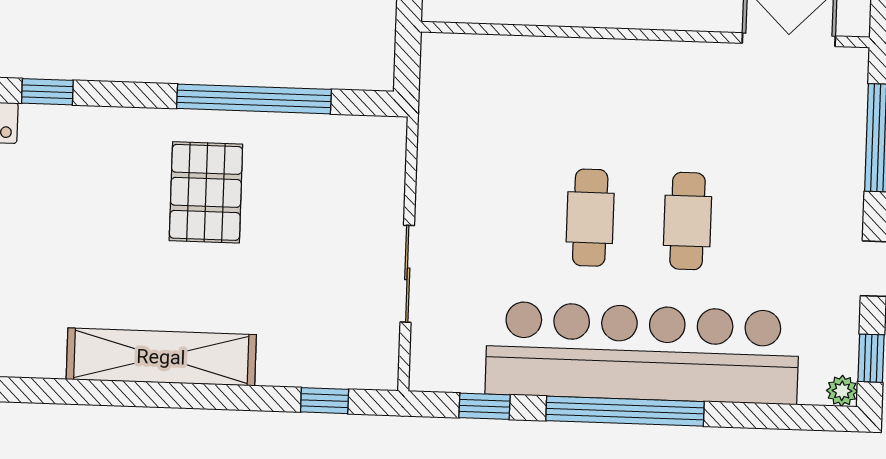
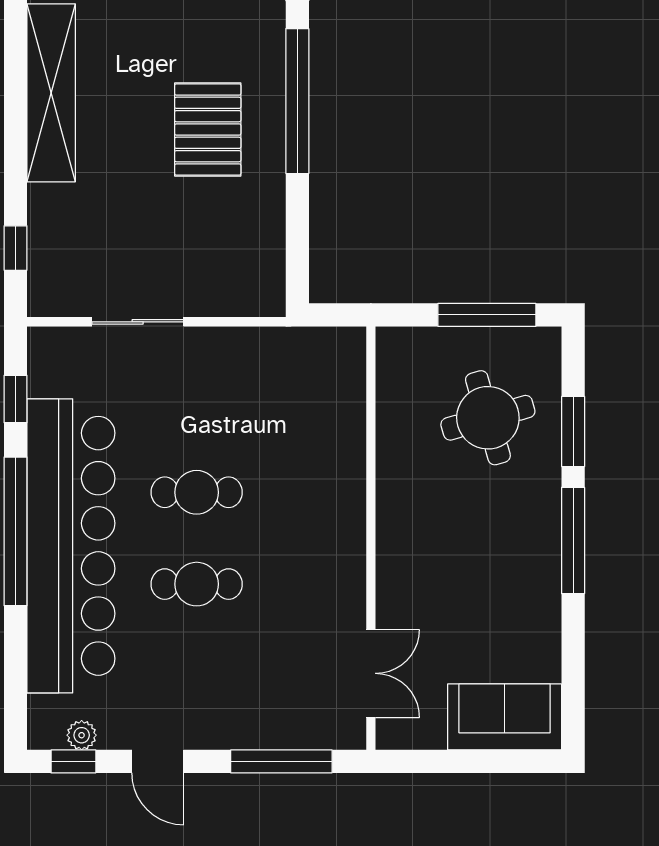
window: (254, 99) -> (297, 101), moved
pallet: (206, 192) -> (208, 129), turned 90
plant: (842, 391) -> (82, 735), moved

